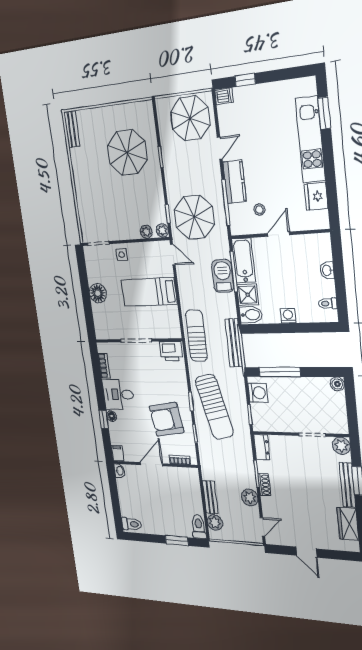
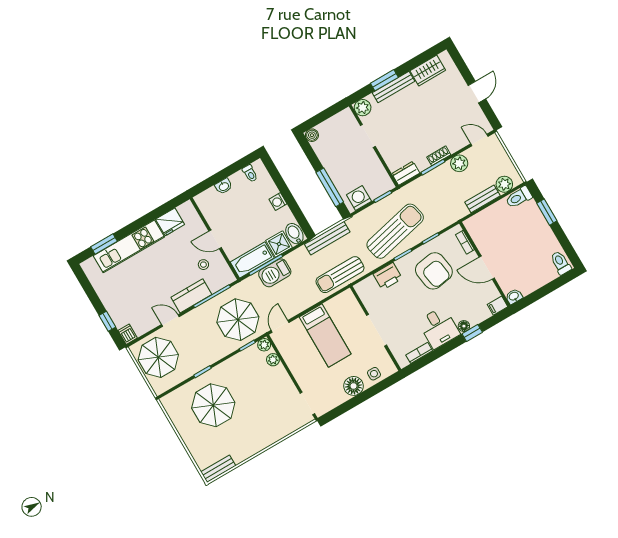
side table: (122, 255) -> (374, 374), moved
printer: (171, 351) -> (388, 276), moved, turned 90

